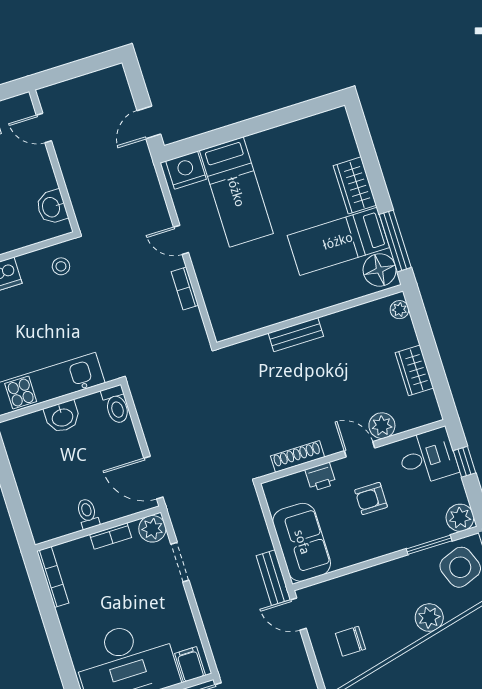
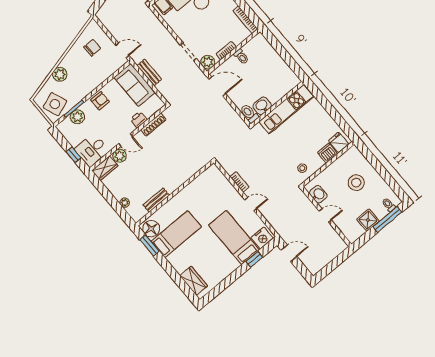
door: (149, 122) -> (289, 253), hinge flipped
door: (44, 128) -> (325, 216), moved
window: (216, 137) -> (254, 259), added
wardrobe: (355, 185) -> (194, 281), moved
window: (395, 241) -> (149, 245), width x0.69
plant: (399, 310) -> (125, 203), moved
bench: (296, 335) -> (156, 200), moved
wardrobe: (414, 370) -> (105, 168), moved, turned 90
washbasin: (62, 417) -> (262, 106), moved
armchair: (371, 499) -> (100, 101), moved
plant: (460, 518) -> (77, 117), moved
bench: (273, 578) -> (149, 72), moved

